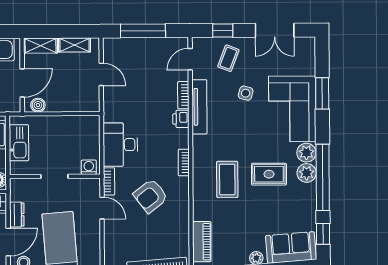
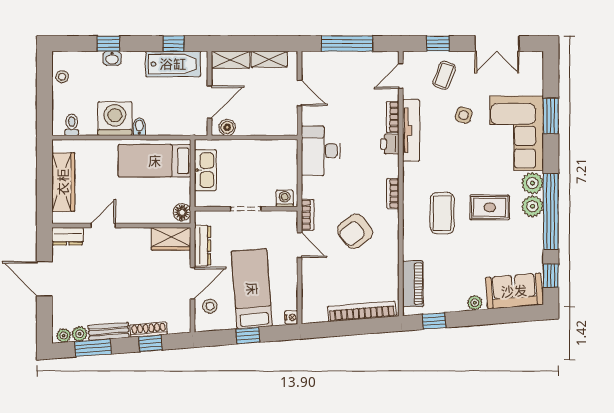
desk: (120, 145) -> (321, 151), moved
dresser: (17, 215) -> (203, 246), width x1.44

